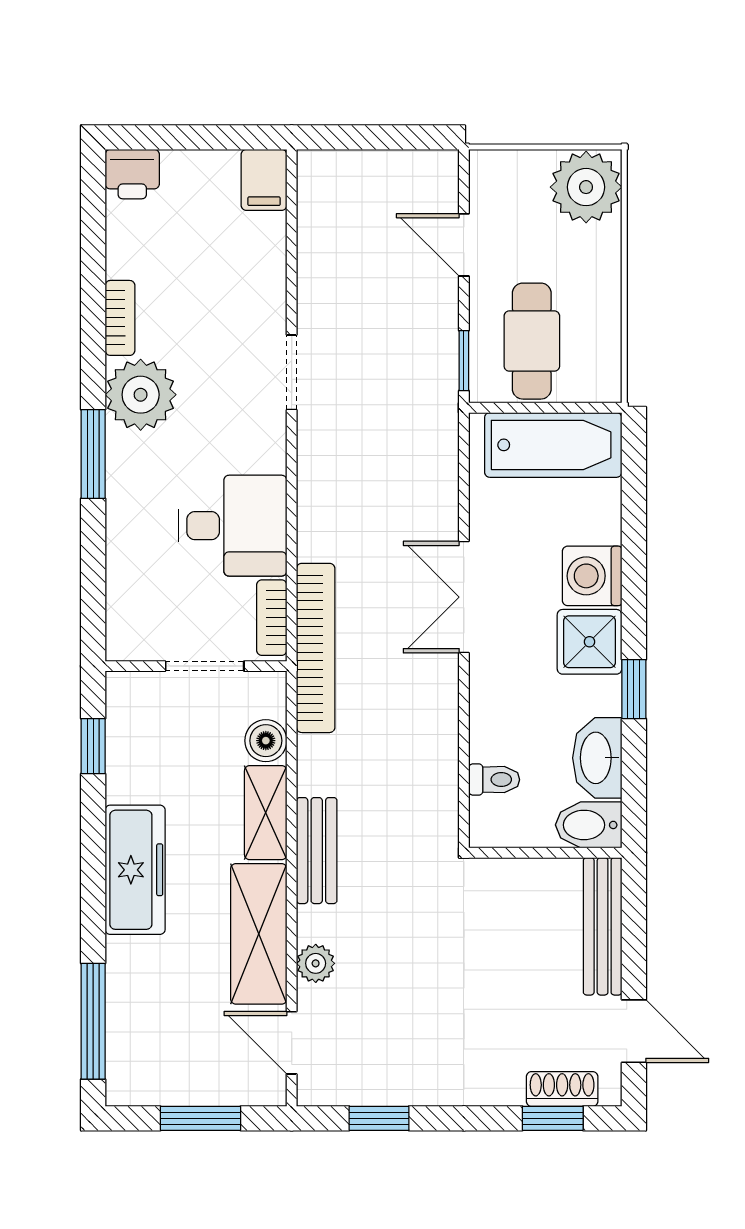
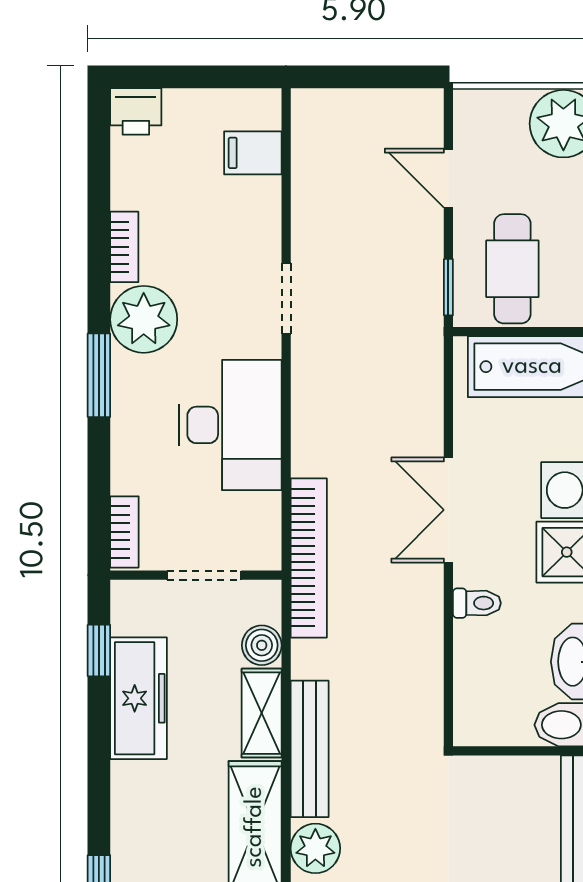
filing cabinet: (264, 180) -> (253, 153), moved, turned 90
desk: (232, 526) -> (230, 425), width x1.37
bookcase: (272, 618) -> (124, 532), moved, turned 180
toilet: (494, 780) -> (477, 603), moved
bench: (317, 851) -> (310, 749), width x1.36
freezer: (135, 870) -> (139, 698), moved
plant: (316, 963) -> (315, 848), width x1.38, depth x1.38

